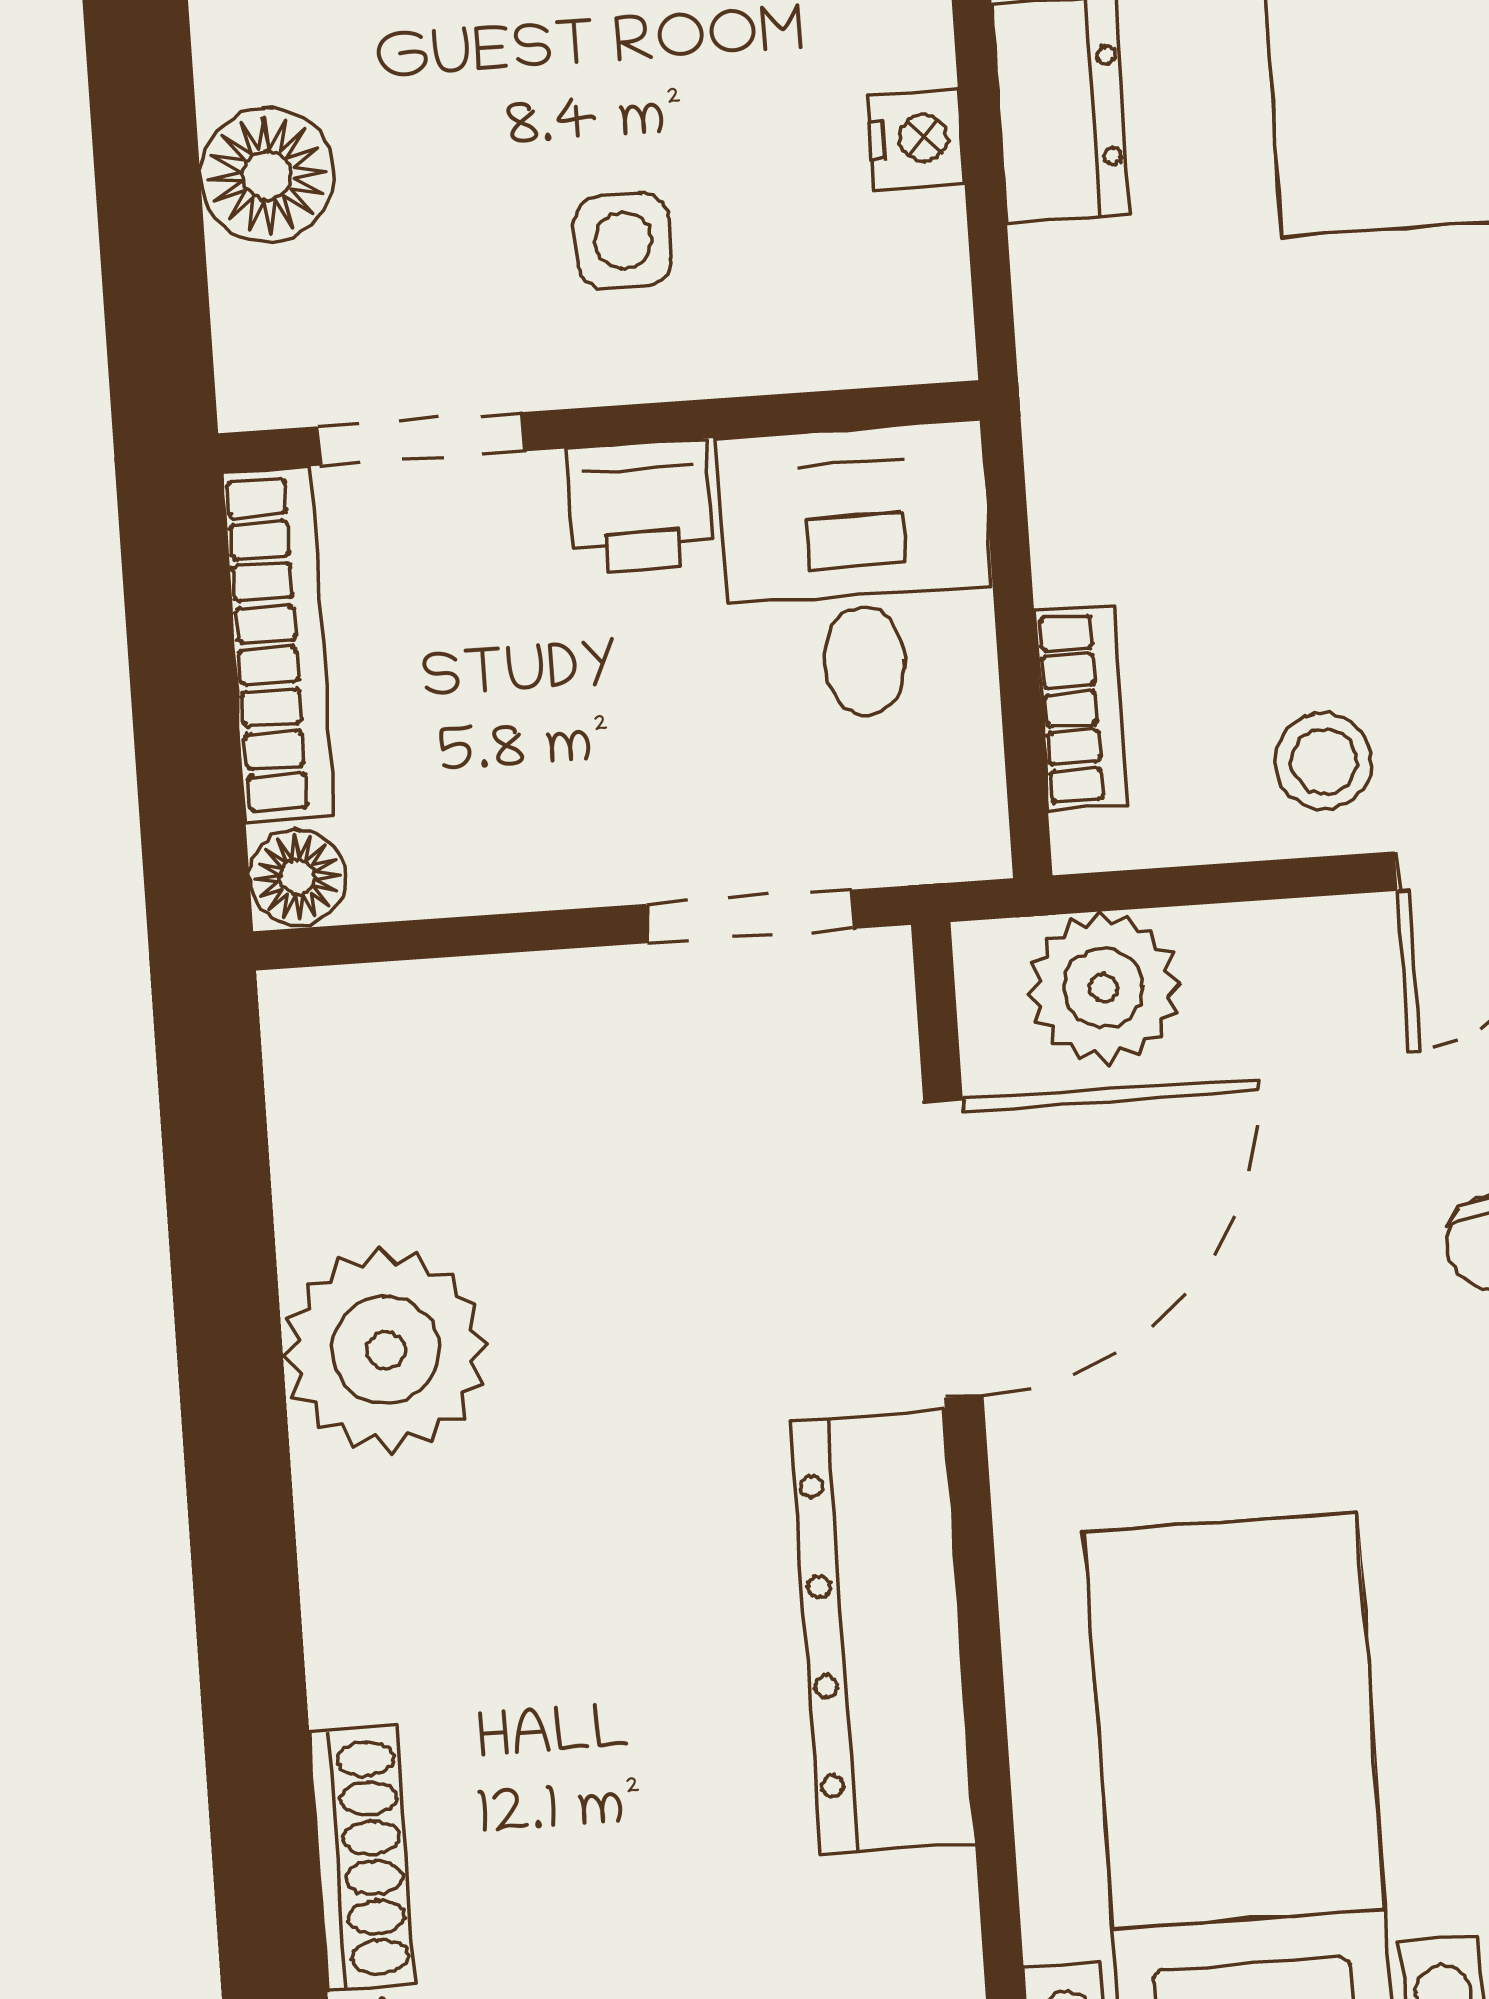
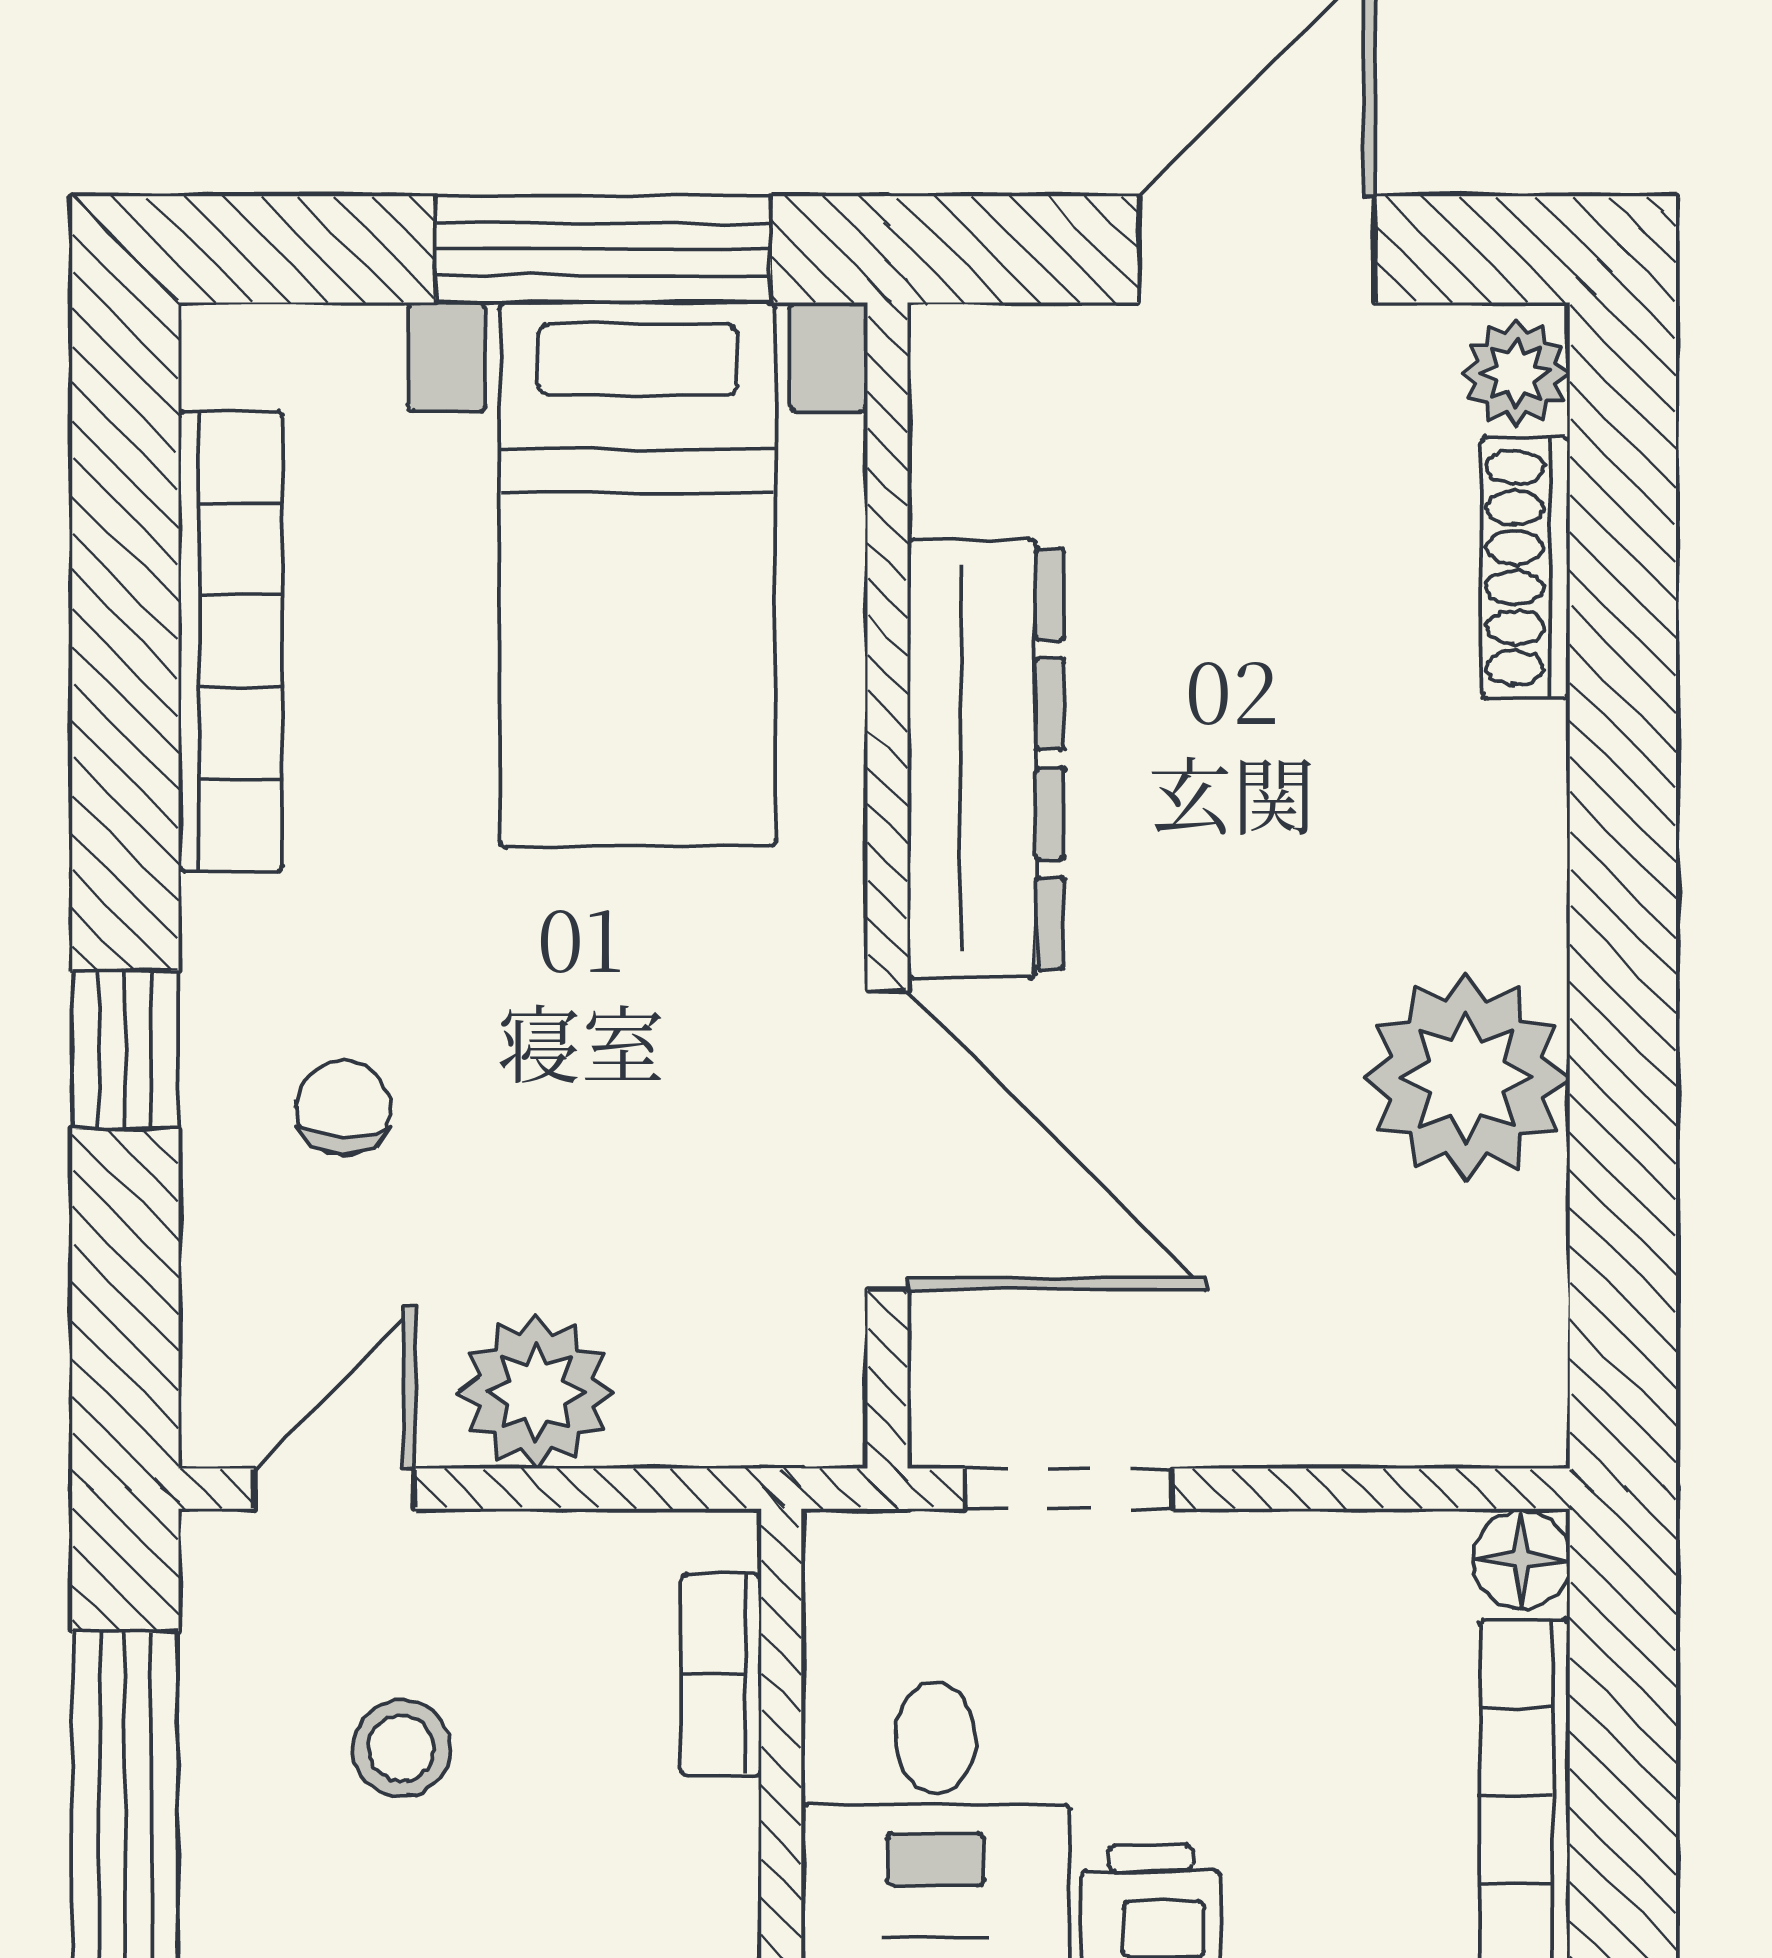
stool: (1323, 761) -> (402, 1748), moved
plant: (1104, 988) -> (536, 1392), moved
door: (953, 1249) -> (887, 1140), swing flipped

